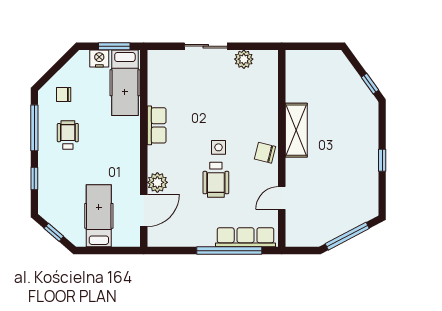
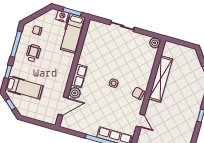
plant: (244, 59) -> (155, 43), moved
row of seats: (157, 125) -> (79, 76), moved
shelving: (296, 130) -> (161, 79), width x1.47
wheelchair: (216, 180) -> (107, 100), removed
door: (282, 198) -> (140, 121), swing flipped
hospital bed: (99, 216) -> (24, 88), moved, turned 90

